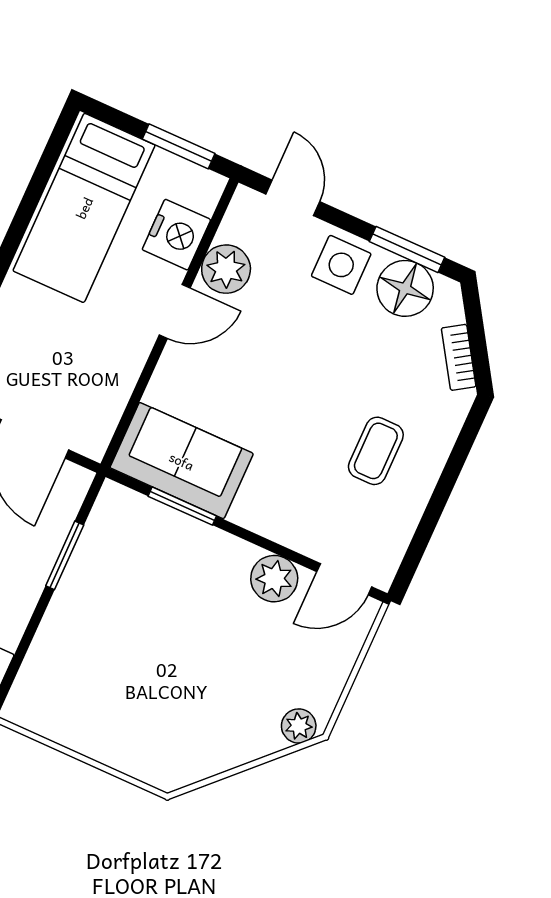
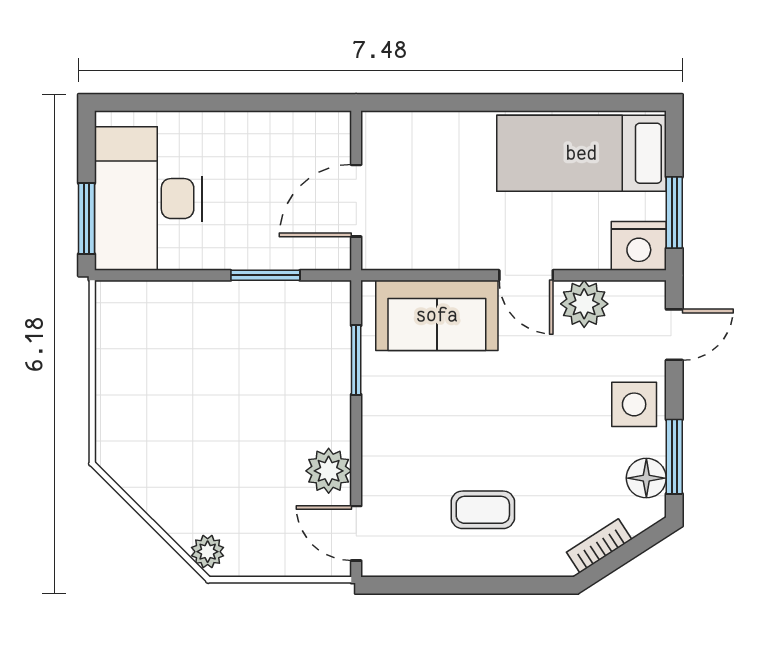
nightstand: (176, 235) -> (639, 246), moved
floor lamp: (405, 288) -> (646, 478), width x0.73, depth x0.73
sofa: (182, 461) -> (437, 315), moved, turned 90

